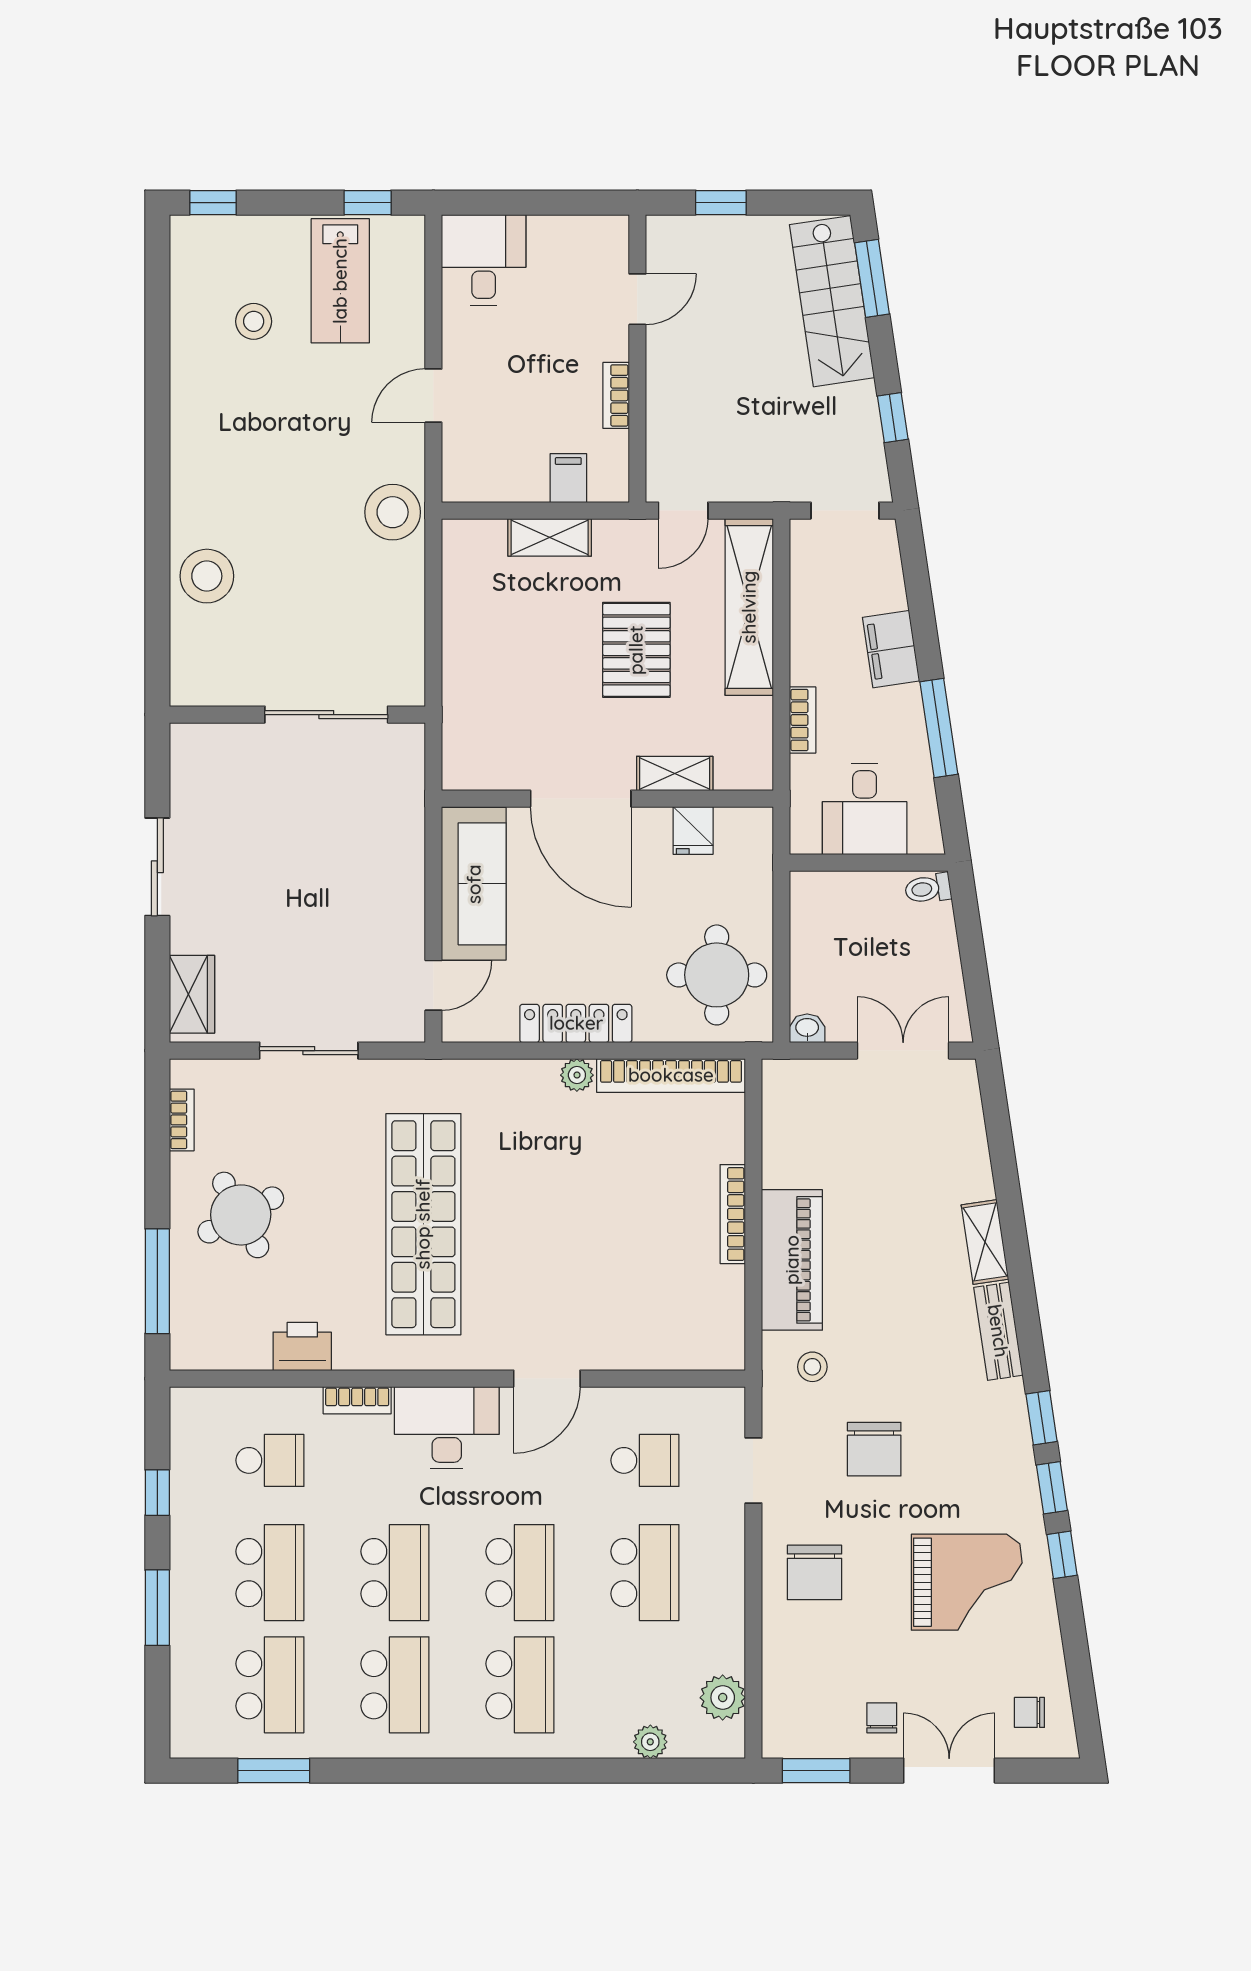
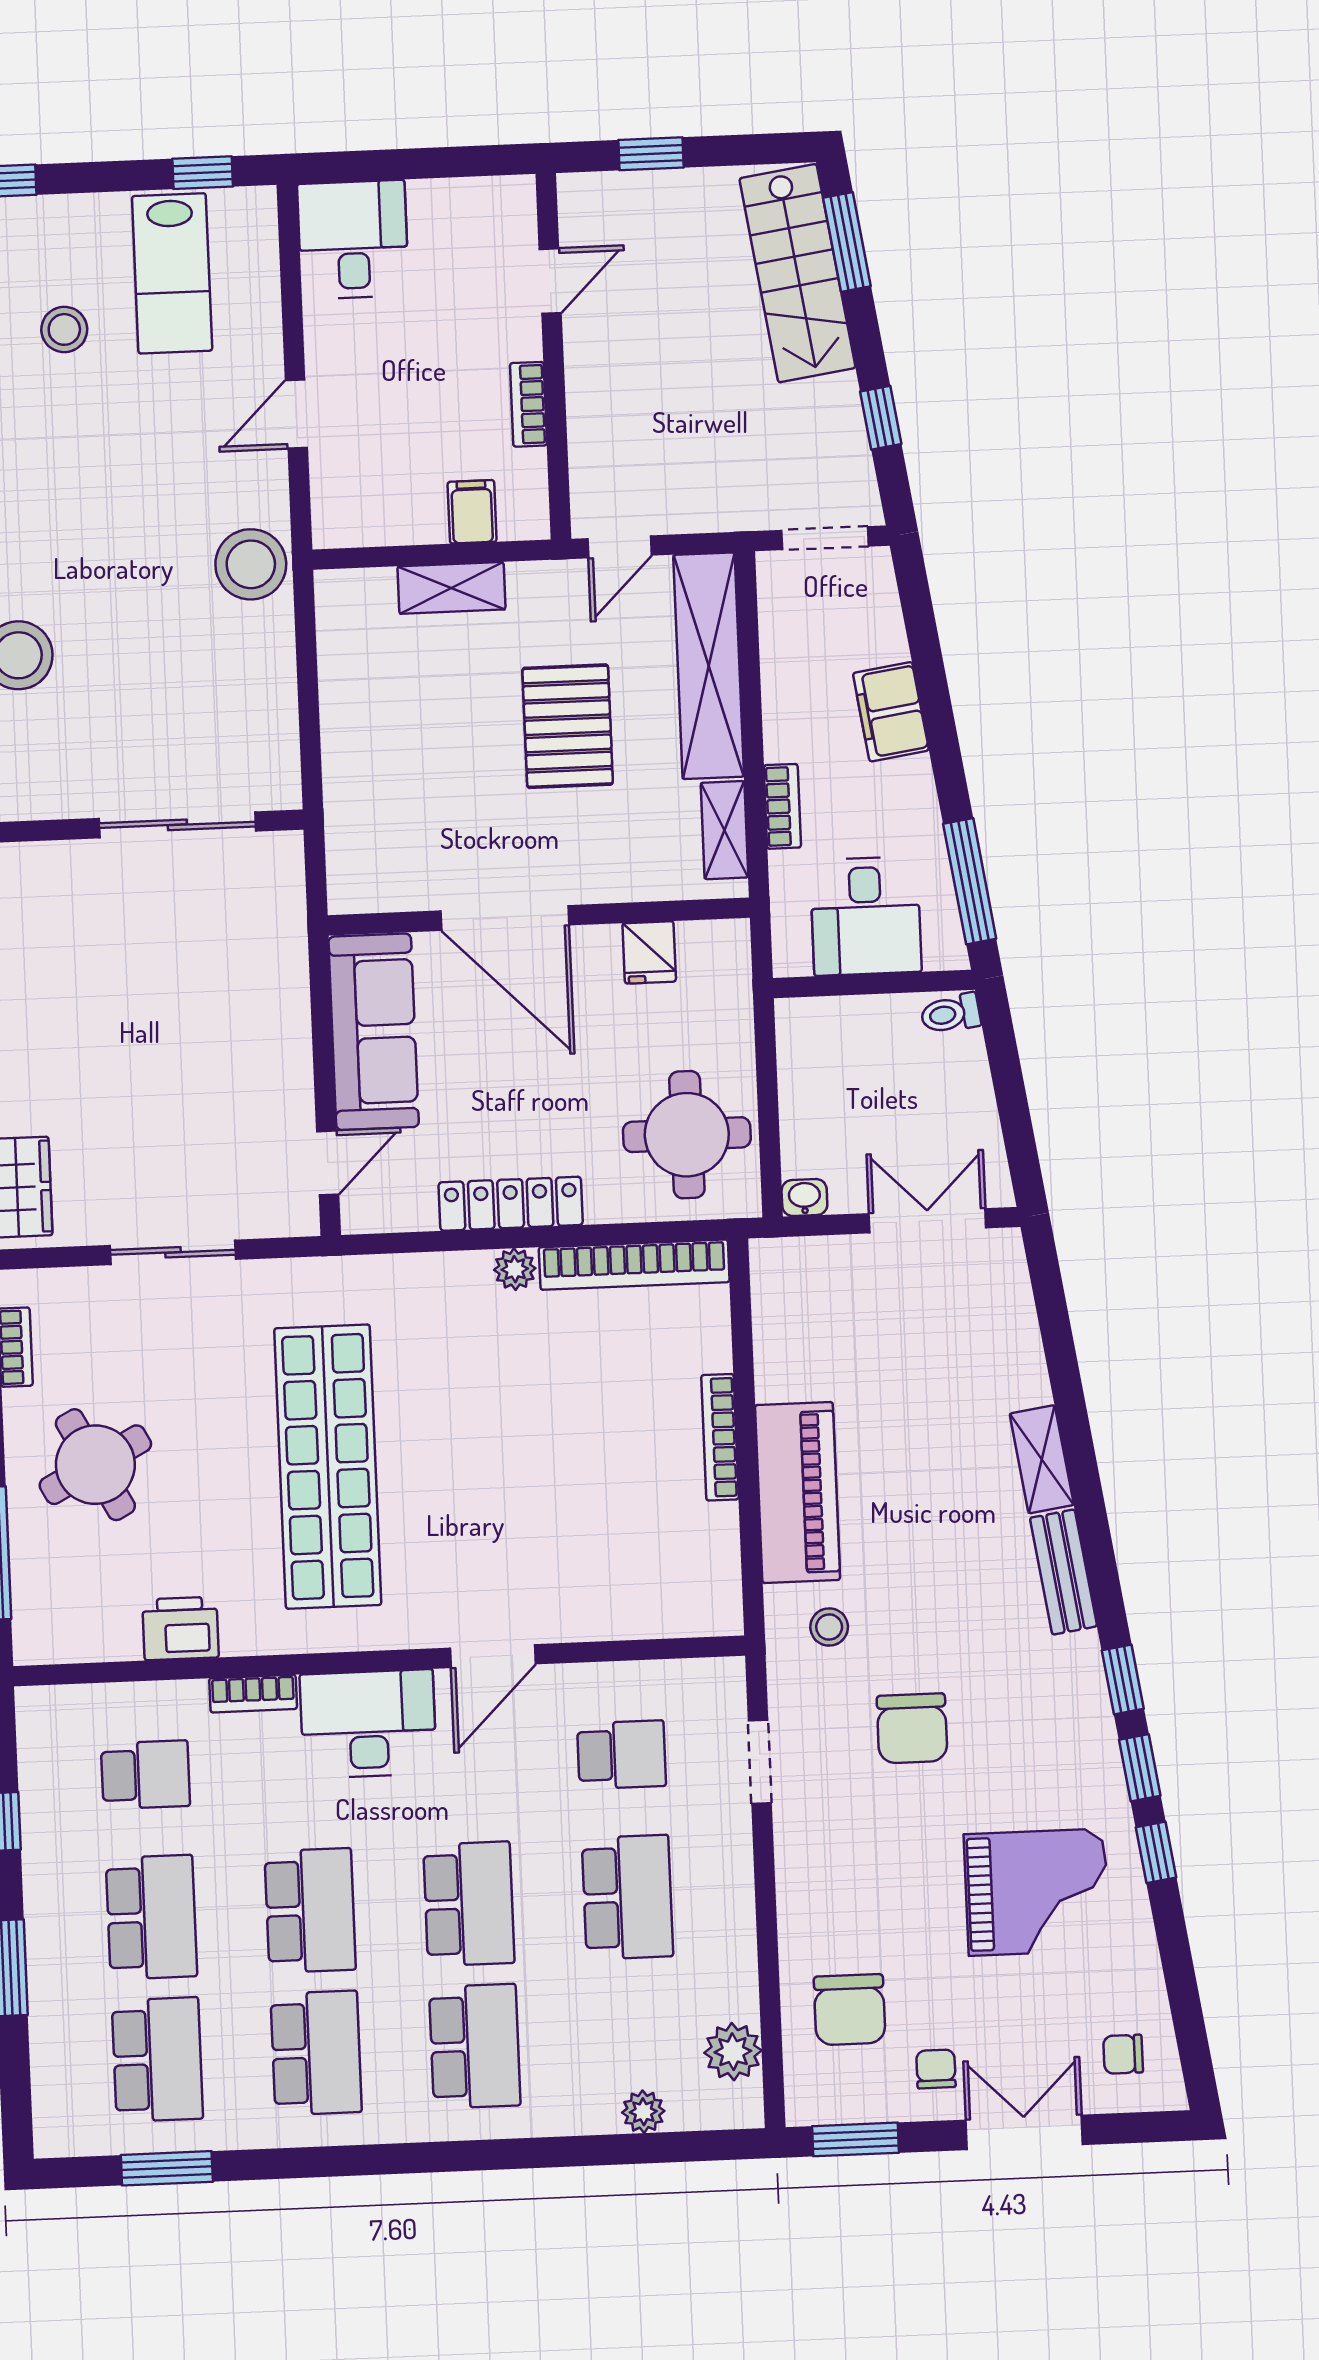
window: (939, 728) -> (970, 881), moved
shelving: (675, 773) -> (724, 830), moved, turned 90
chair: (815, 1572) -> (850, 2010), moved

